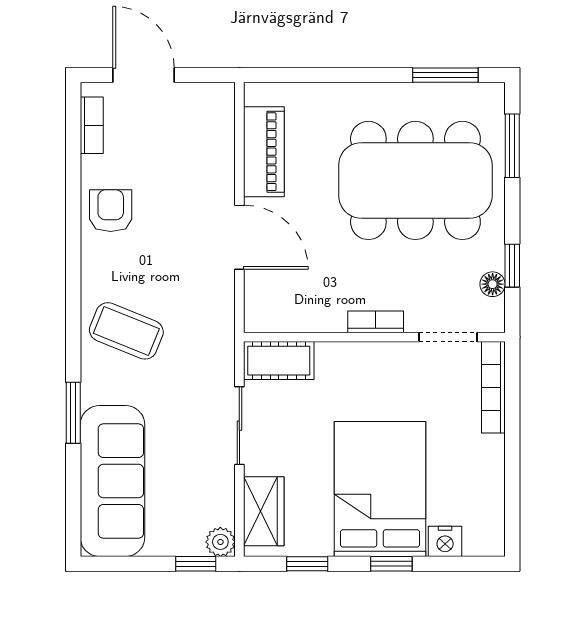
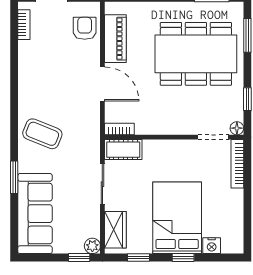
armchair: (111, 211) -> (85, 28), moved
floor lamp: (493, 284) -> (237, 128), moved
bookcase: (376, 322) -> (119, 129), moved

